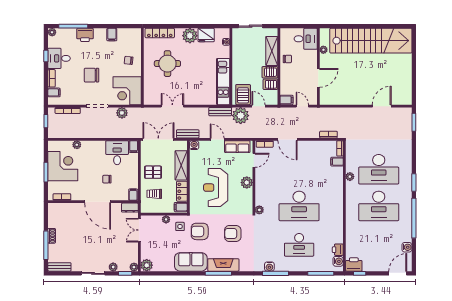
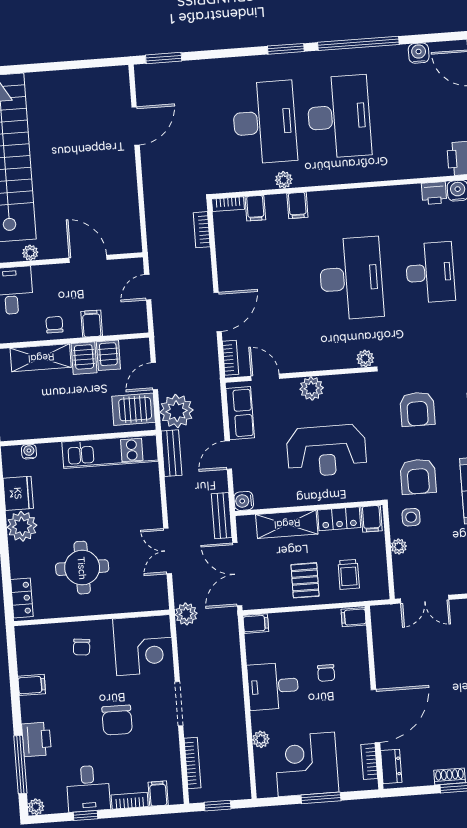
locker: (160, 33) -> (22, 598), width x0.66
filing cabinet: (286, 100) -> (92, 324), moved
door: (382, 106) -> (136, 126), swing flipped
plant: (122, 113) -> (186, 614), moved
desk: (117, 153) -> (273, 686), moved
filing cabinet: (337, 182) -> (297, 205), added
door: (98, 202) -> (375, 716), moved
dresser: (130, 208) -> (391, 766), moved

